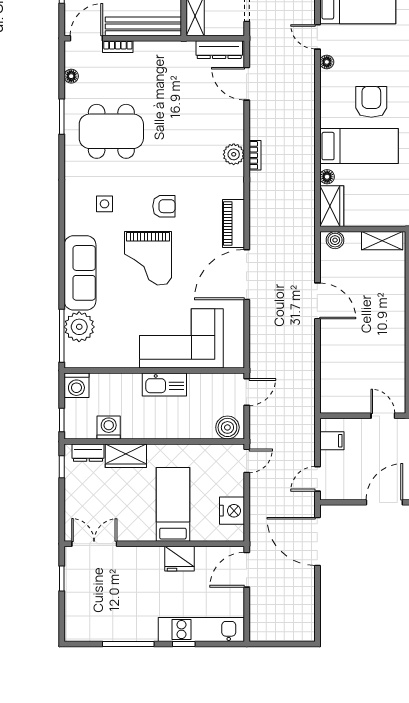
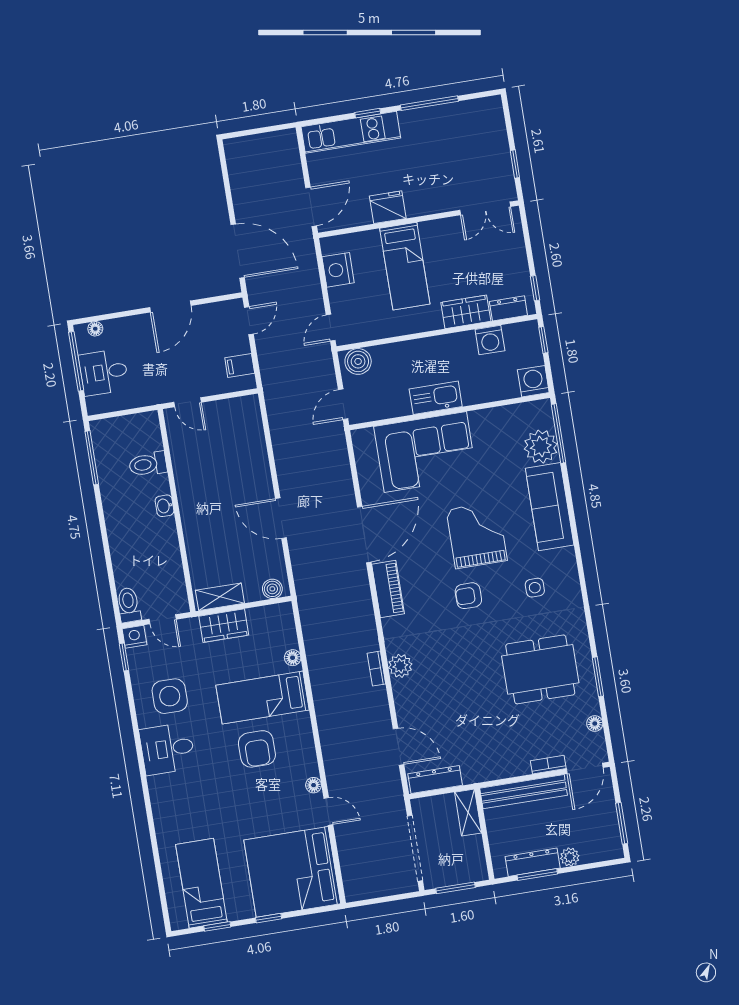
wardrobe: (332, 206) -> (224, 626), moved, turned -90

